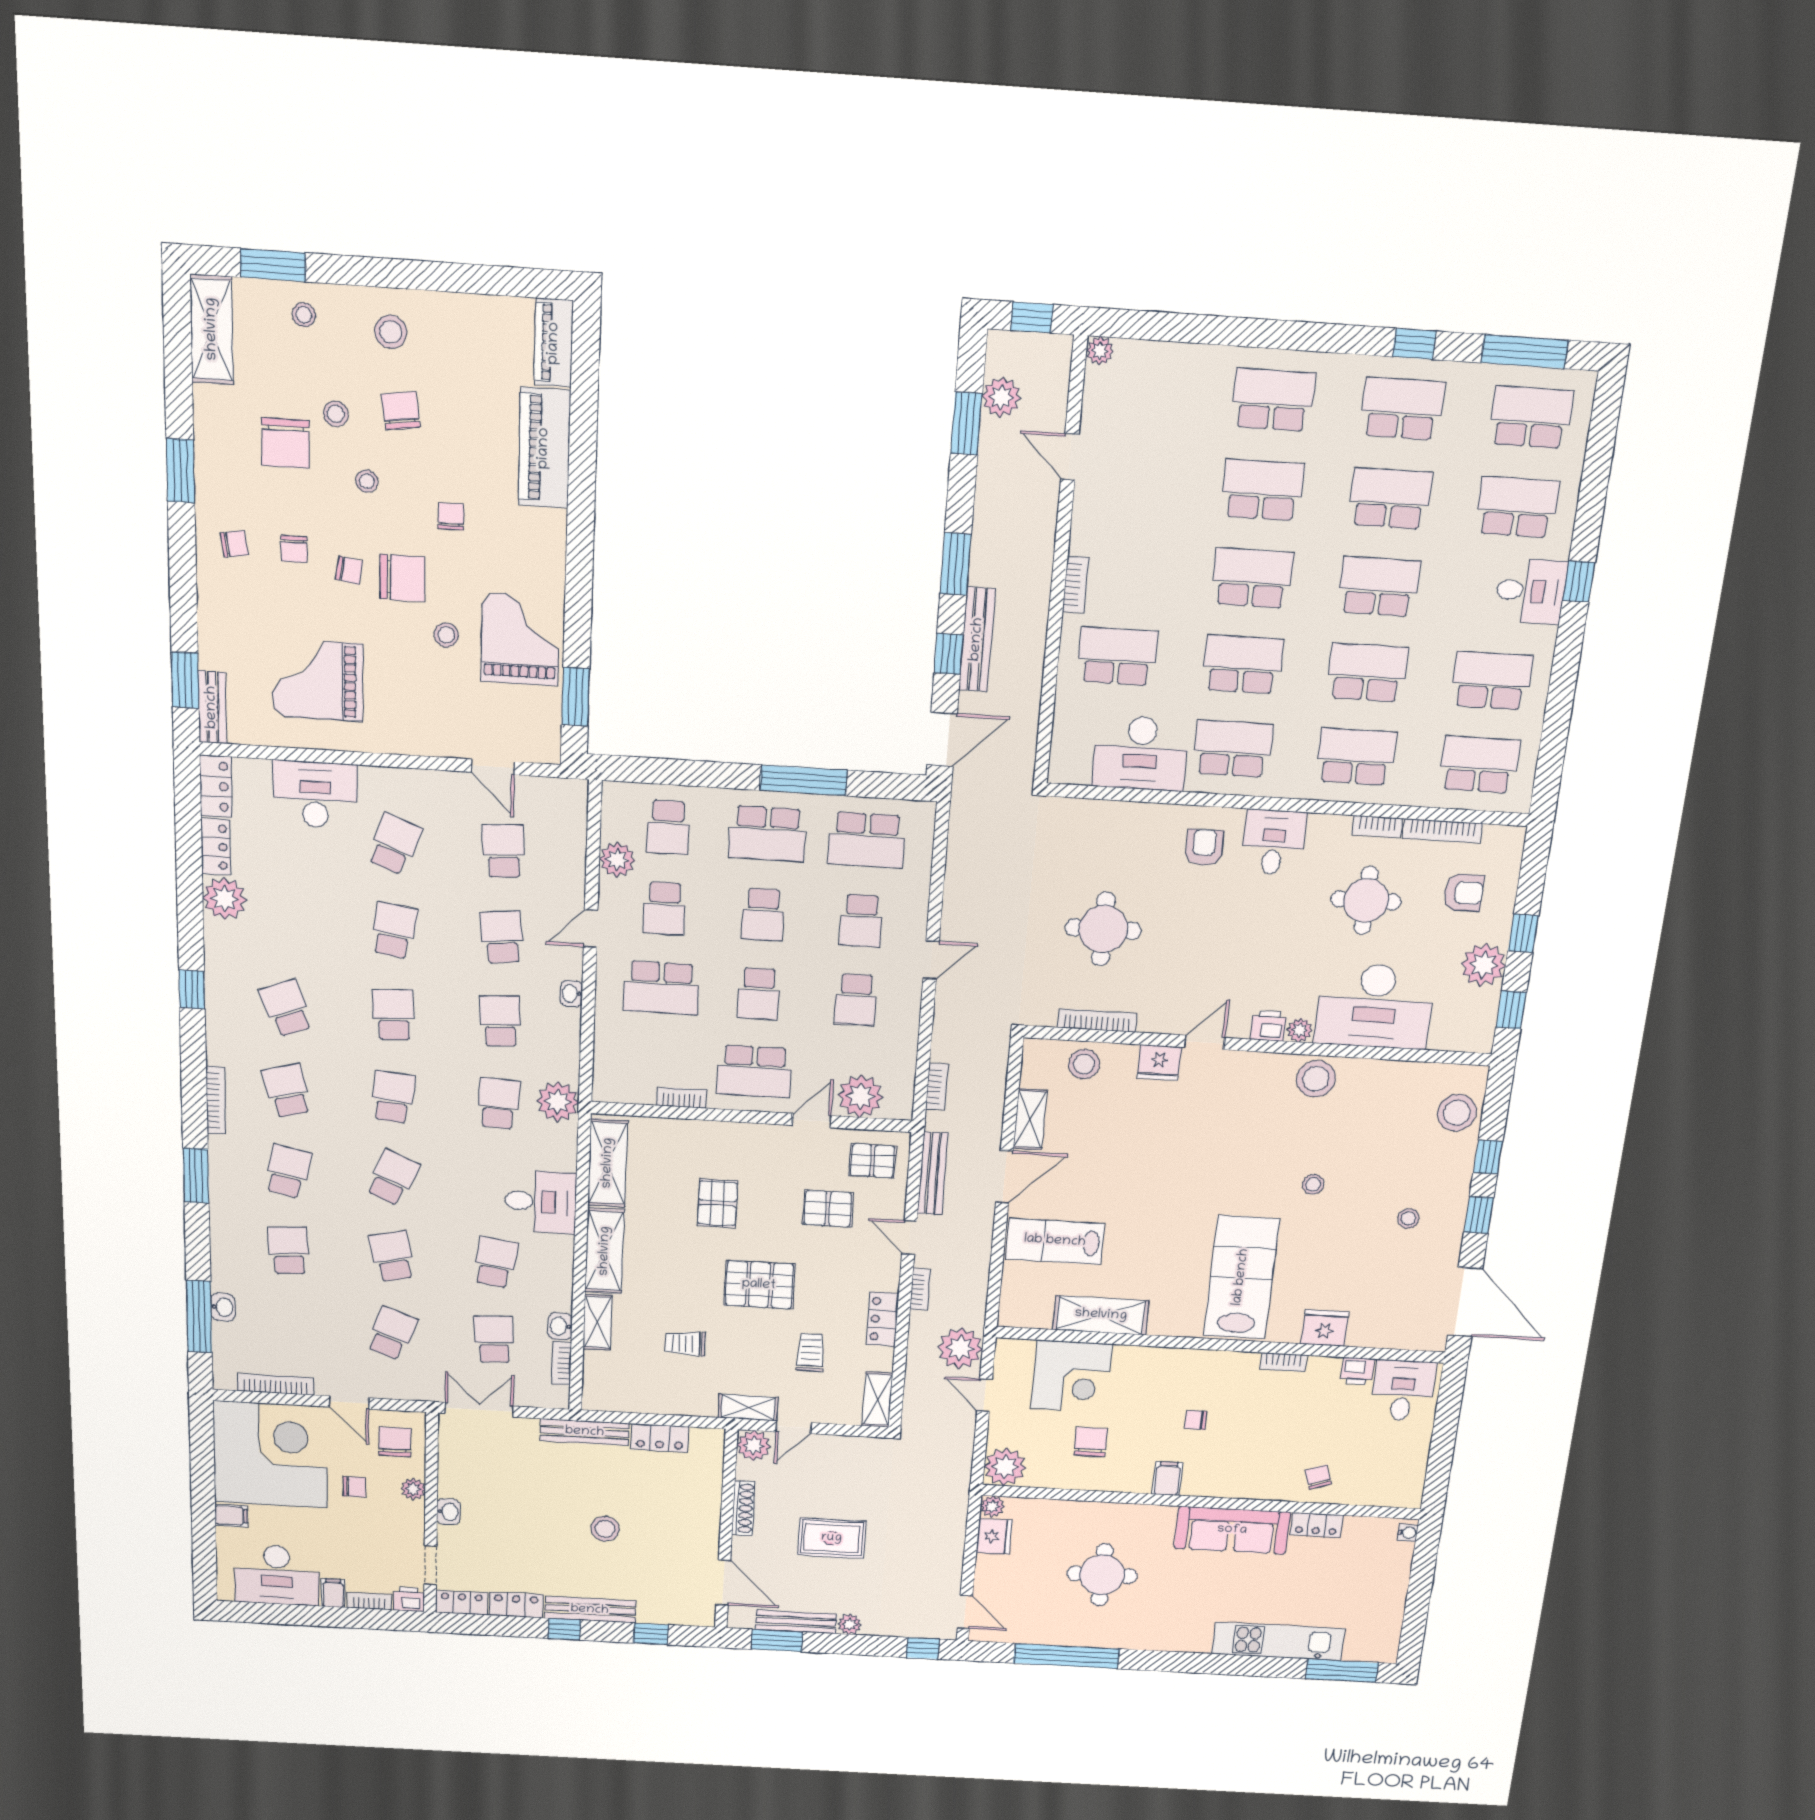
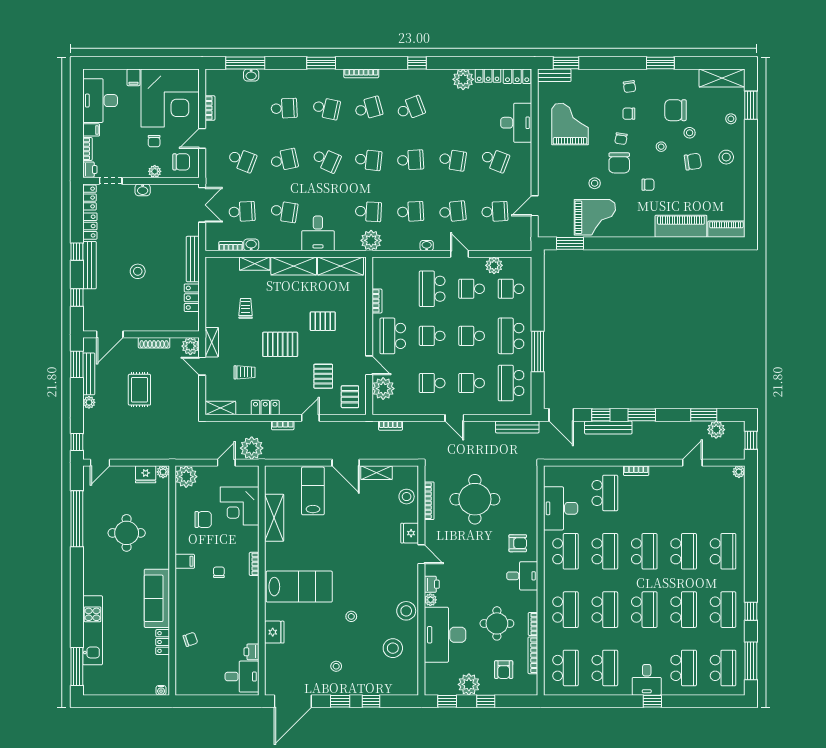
round table: (1103, 929) -> (475, 499), width x1.36, depth x1.36
stool: (1457, 1113) -> (393, 648), moved
bench: (933, 1173) -> (517, 427), moved
pallet: (759, 1285) -> (280, 344), turned 90
bookcase: (1283, 1362) -> (254, 564), moved
bookcase: (276, 1384) -> (210, 108), width x0.64

